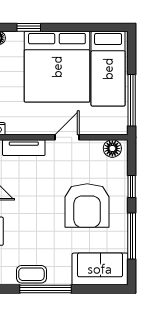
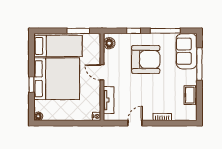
window: (29, 27) -> (31, 85), moved
window: (132, 100) -> (78, 31), width x0.69
window: (46, 289) -> (199, 64), moved

